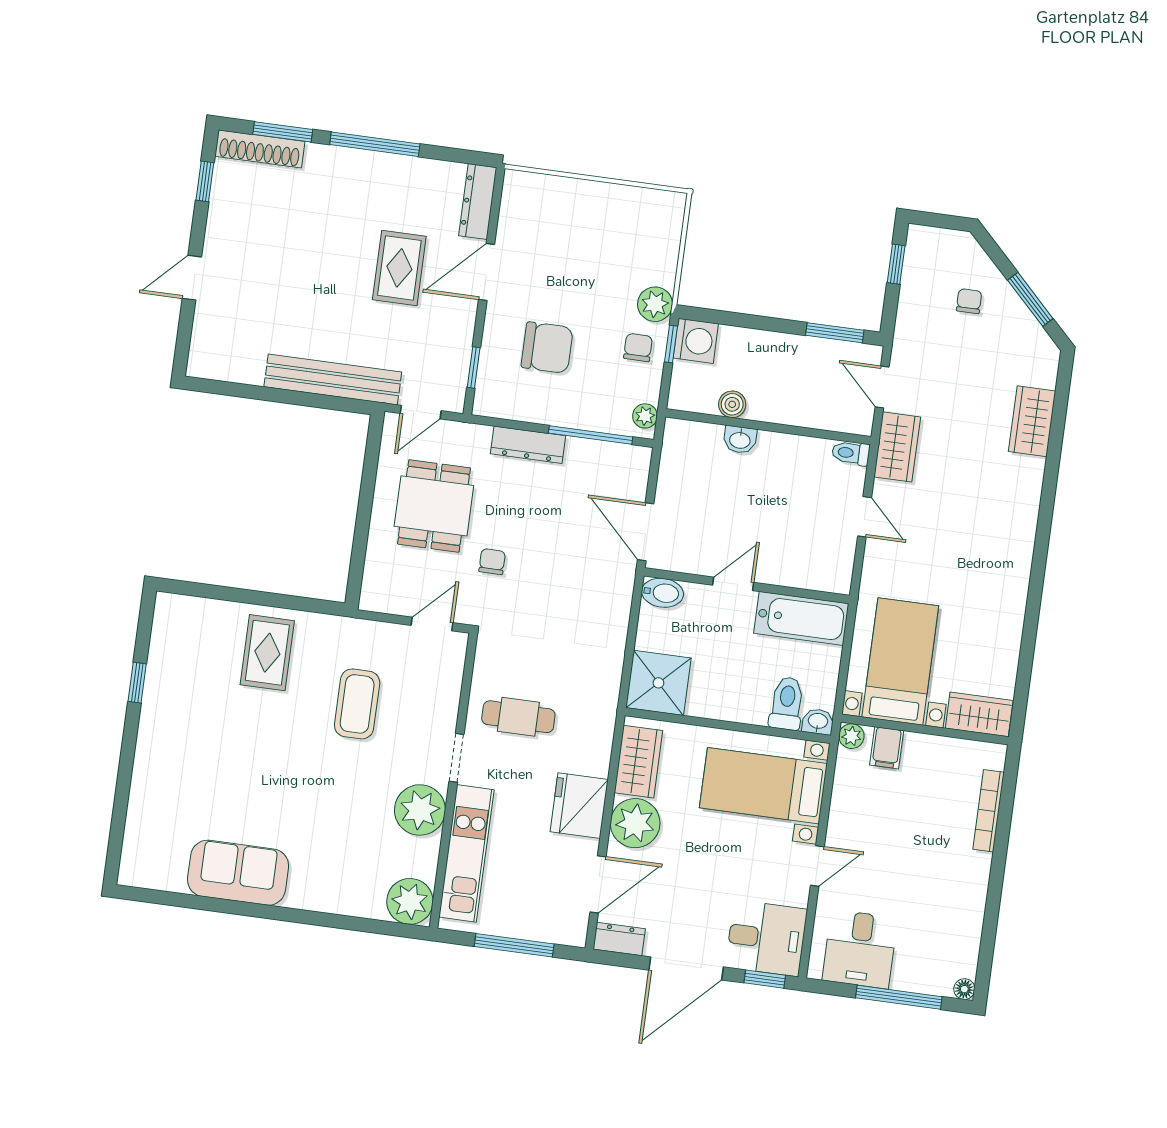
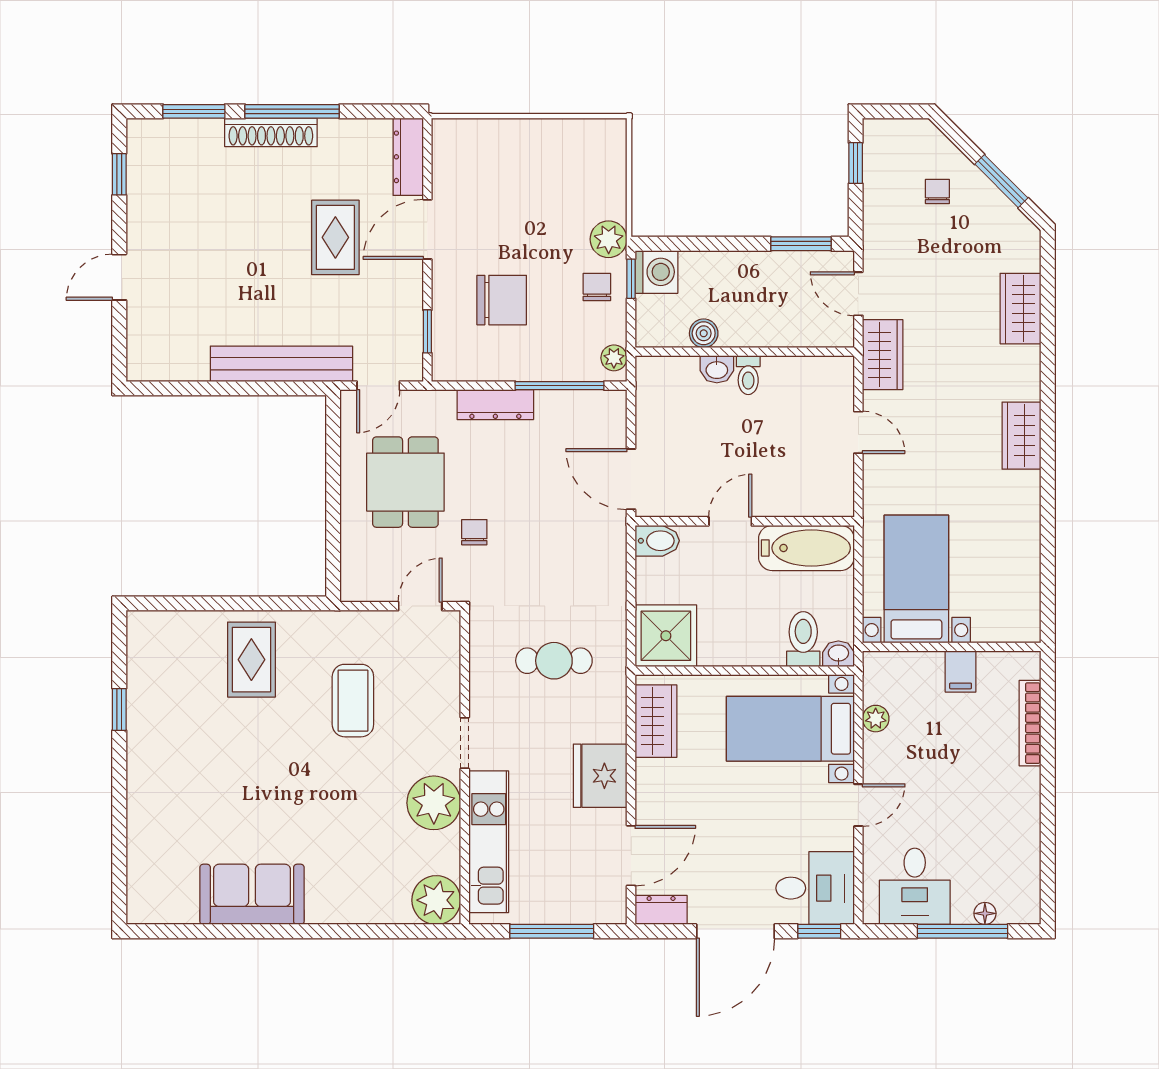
shoe rack: (260, 149) -> (271, 132), moved
toilet: (851, 453) -> (748, 375), moved, turned -90
wardrobe: (979, 714) -> (1021, 436), moved, turned -90
cafe table: (518, 717) -> (554, 661), moved
plant: (851, 736) -> (876, 719), moved
filing cabinet: (887, 748) -> (961, 671), moved
plant: (635, 823) -> (661, 786), removed
floor lamp: (964, 989) -> (985, 913), moved

